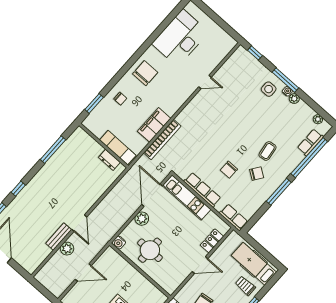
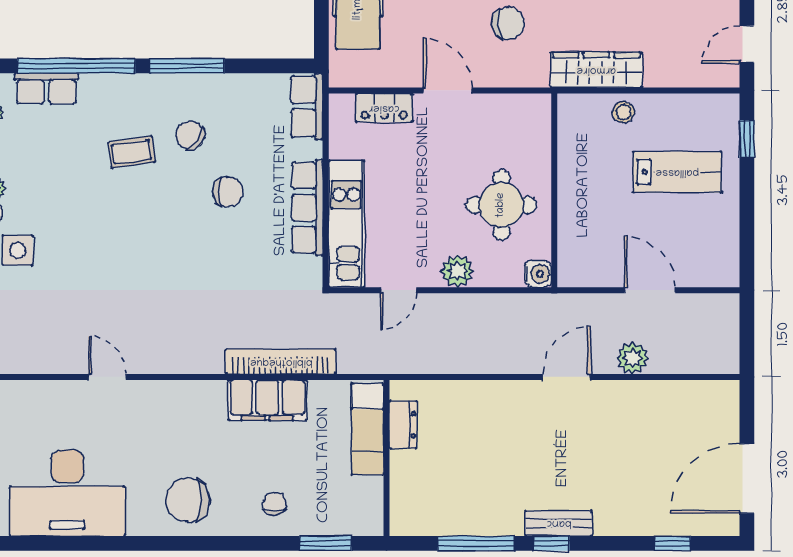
window: (18, 189) -> (551, 543), moved
door: (152, 195) -> (398, 290), width x0.53
bench: (59, 237) -> (559, 523), moved

